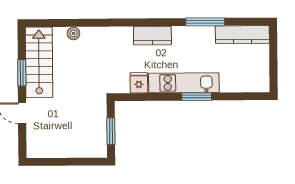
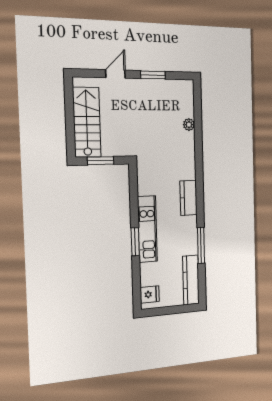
stairs: (39, 62) -> (87, 122), moved, turned -90
fridge: (139, 83) -> (150, 294), moved

